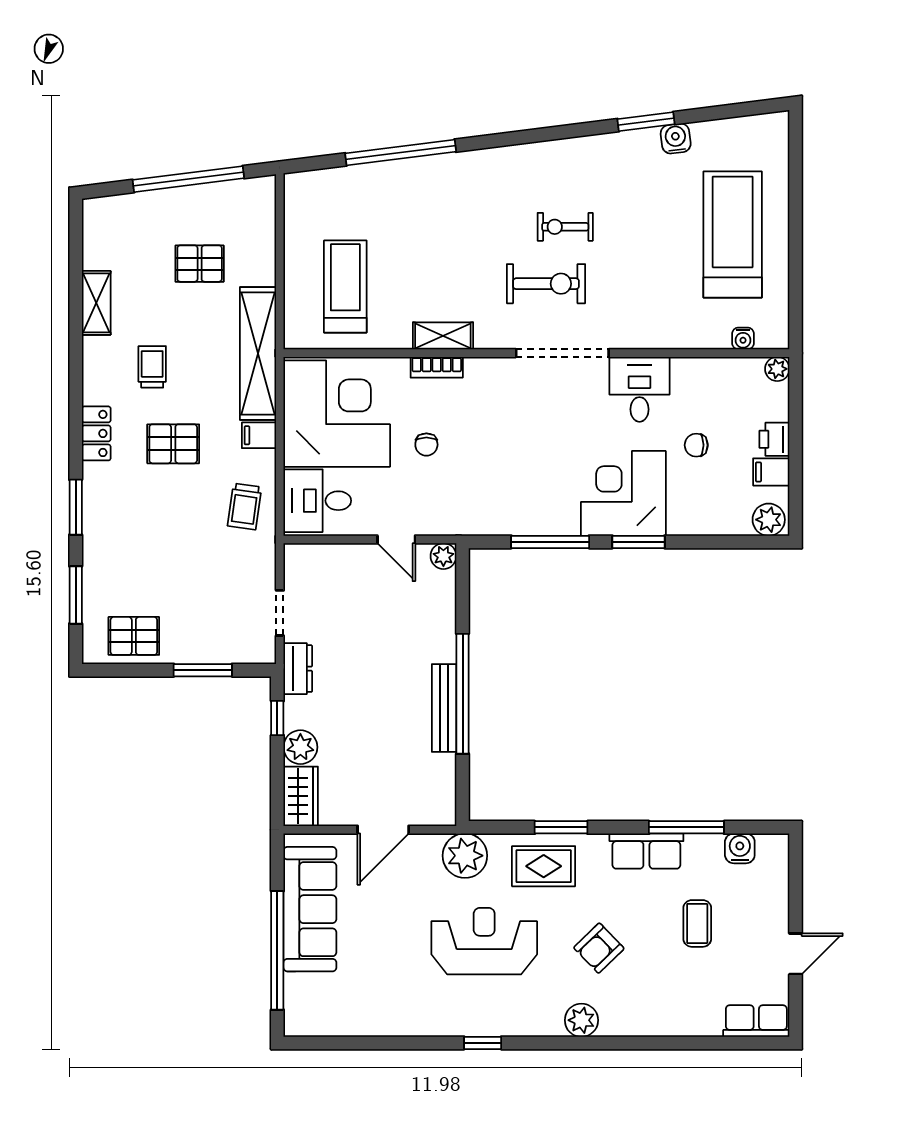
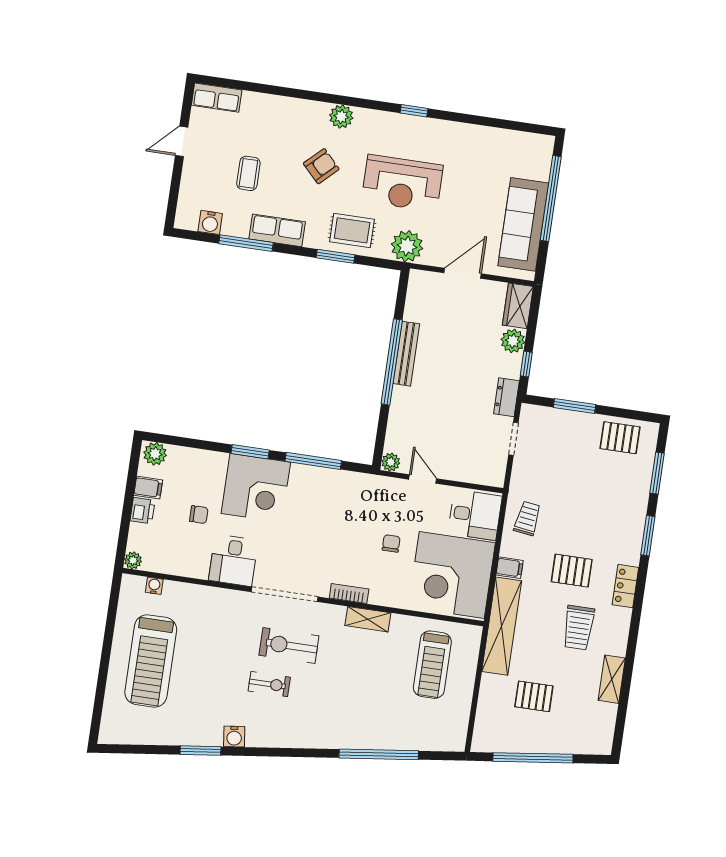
water cooler: (676, 139) -> (234, 737), moved
trolley: (152, 367) -> (579, 628), width x1.36, depth x1.39
bookcase: (437, 367) -> (349, 594), moved

